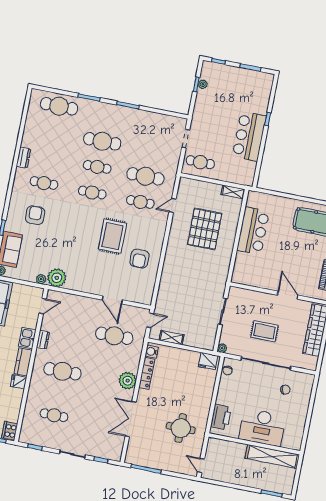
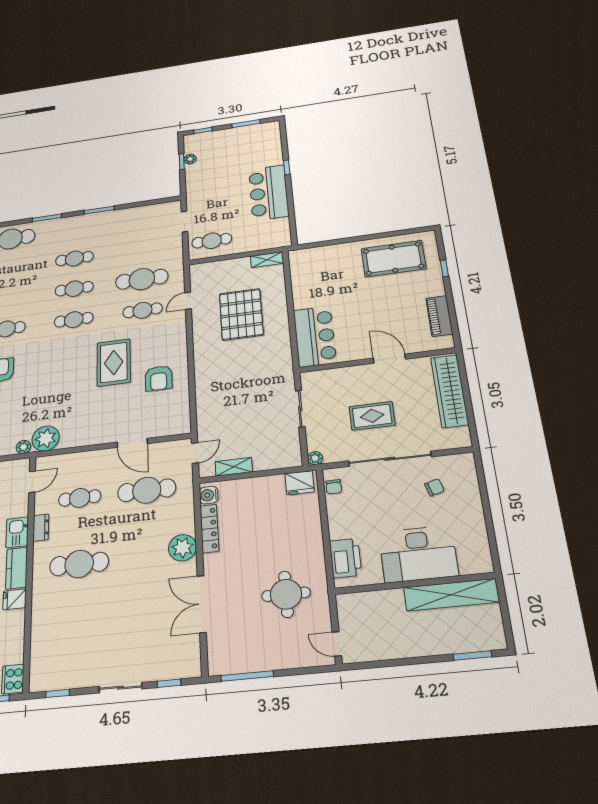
cafe table: (102, 141) -> (74, 259), width x0.73, depth x0.74
bar counter: (253, 231) -> (315, 336), moved
cafe table: (54, 415) -> (80, 498), moved

